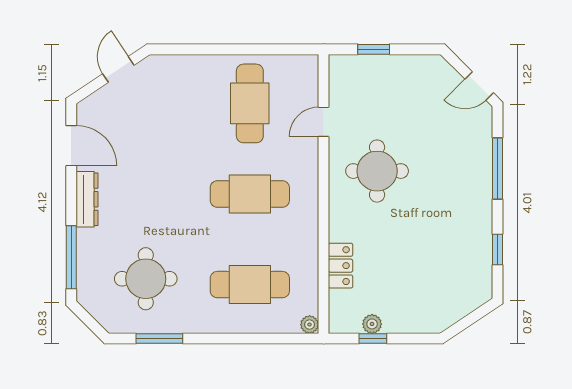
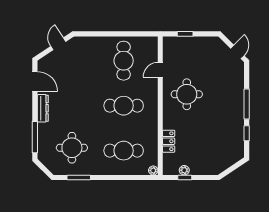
door: (479, 86) -> (237, 52), swing flipped
window: (498, 168) -> (247, 104), moved

